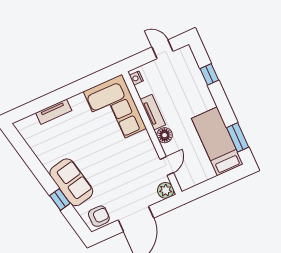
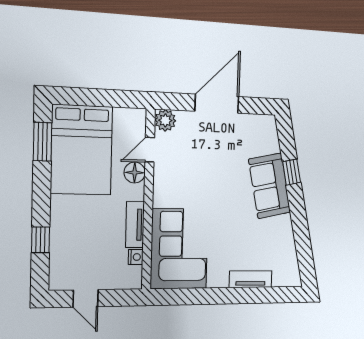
nightstand: (136, 78) -> (136, 257), moved
floor lamp: (165, 135) -> (135, 173), moved
bed: (217, 141) -> (82, 150), width x1.50
armchair: (99, 216) -> (258, 130), removed

